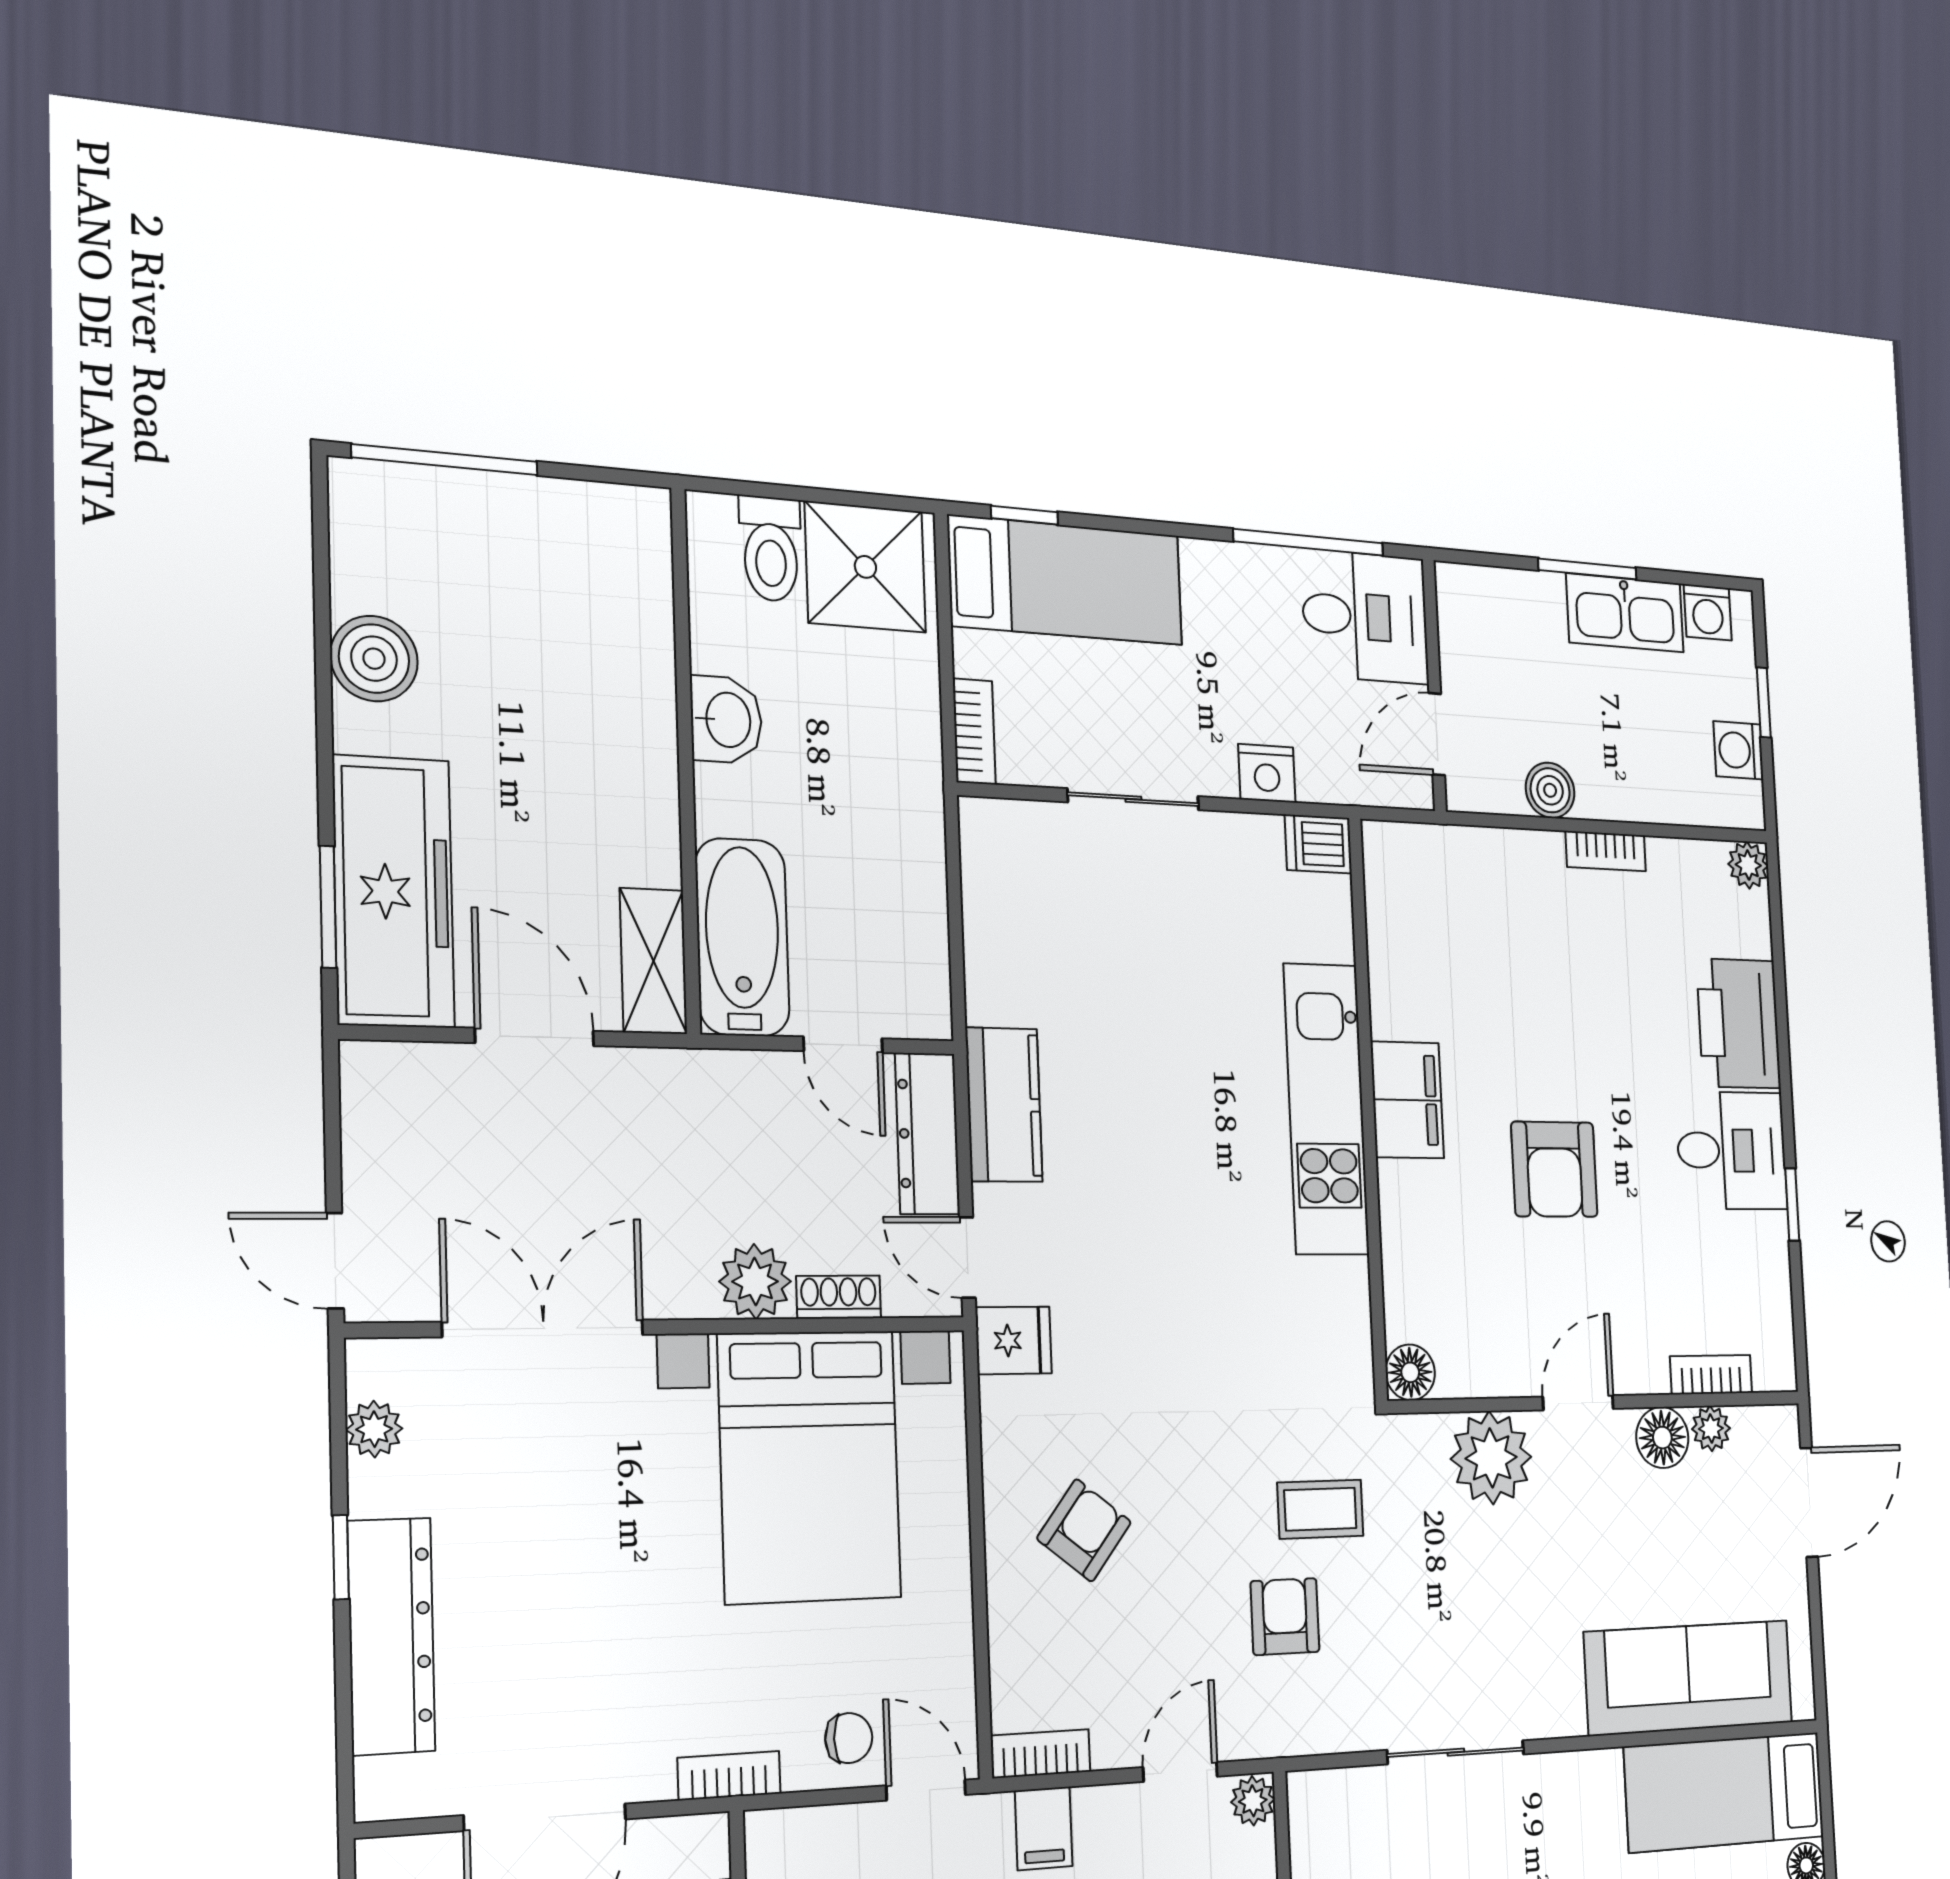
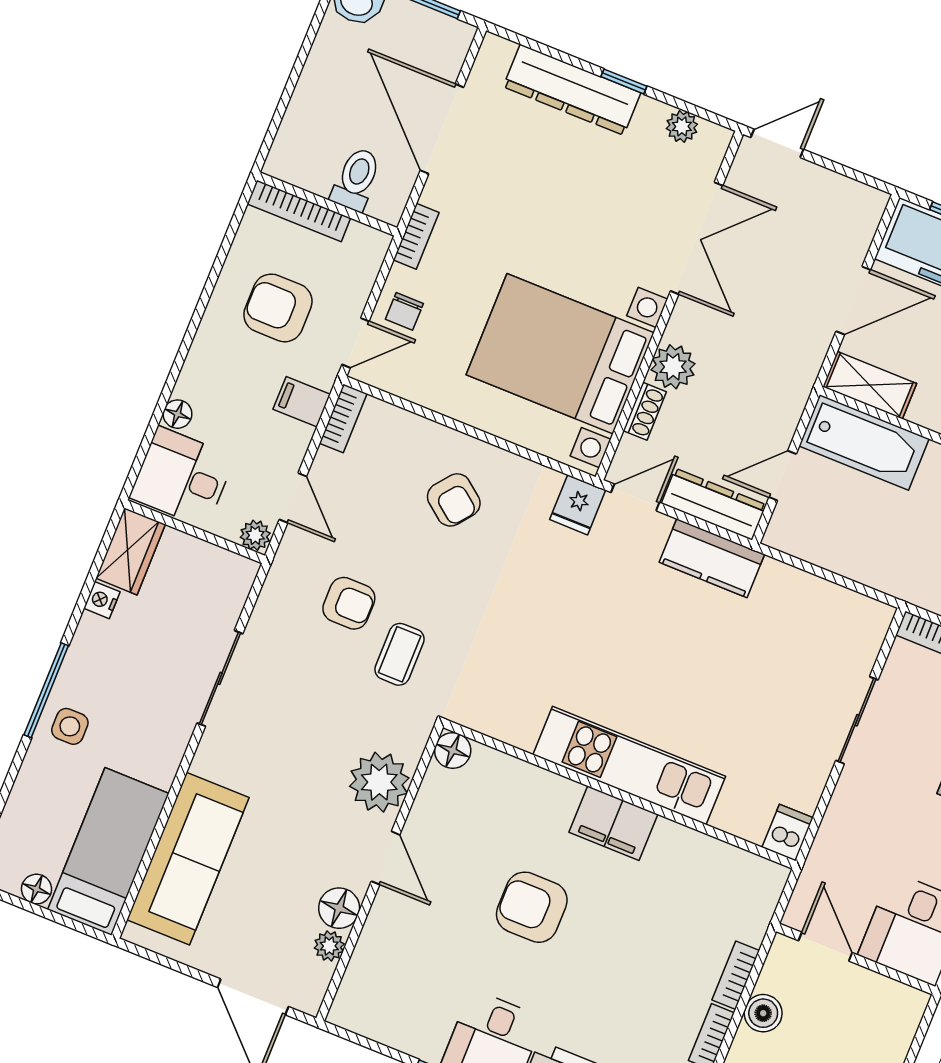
nightstand: (1267, 773) -> (842, 817), removed
bookcase: (1711, 1375) -> (736, 975), moved, turned 180

